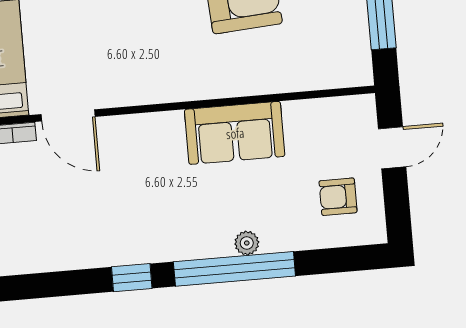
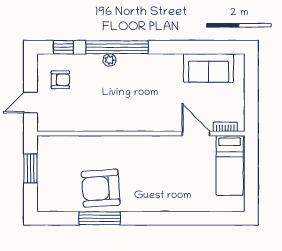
sofa: (235, 133) -> (208, 68), moved, turned 180
window: (132, 278) -> (63, 47), moved

